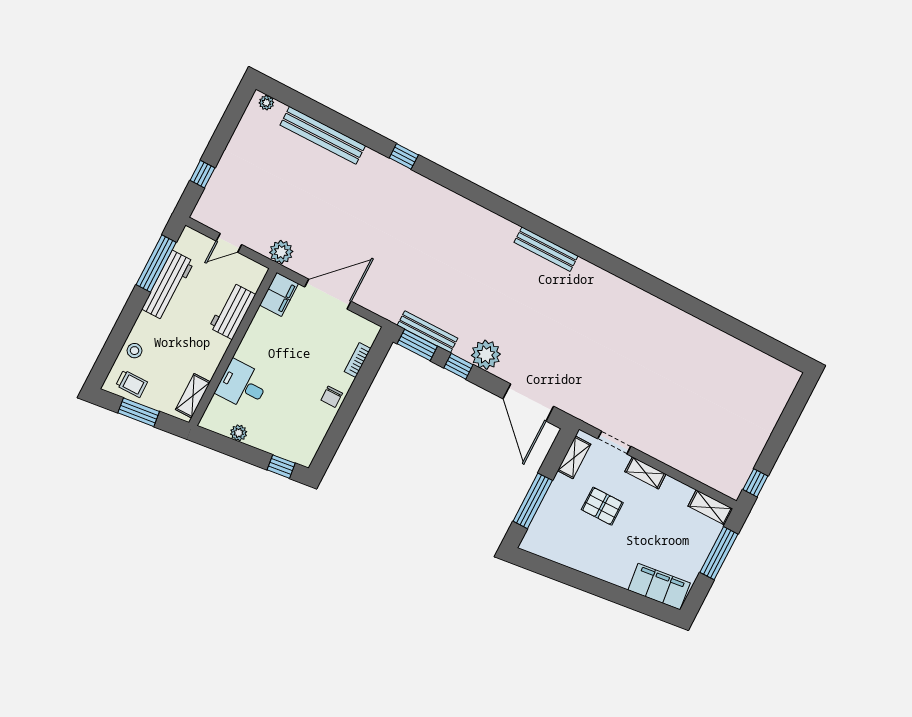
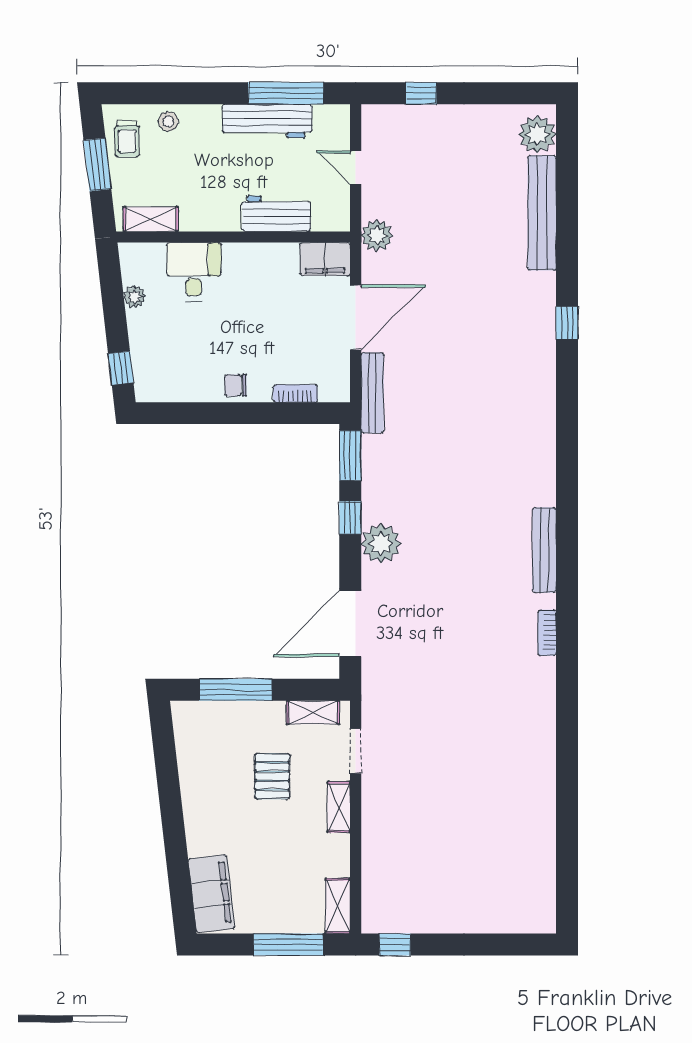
plant: (266, 103) -> (537, 134), width x1.87, depth x1.87
bookcase: (602, 276) -> (547, 633), added
door: (328, 294) -> (356, 317), hinge flipped
bench: (428, 332) -> (372, 393), moved

